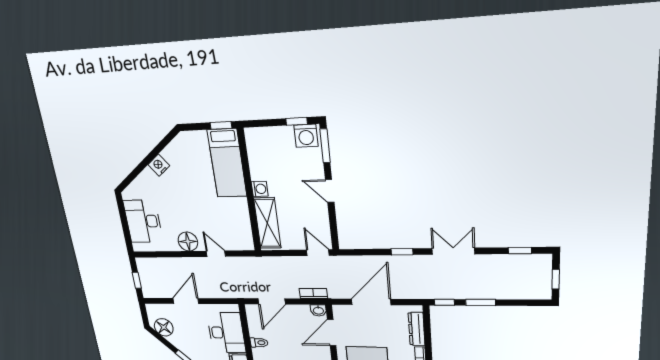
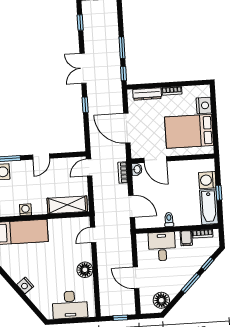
washing machine: (260, 189) -> (25, 210), moved
door: (216, 254) -> (93, 235), moved
desk: (226, 333) -> (162, 246), width x0.73

